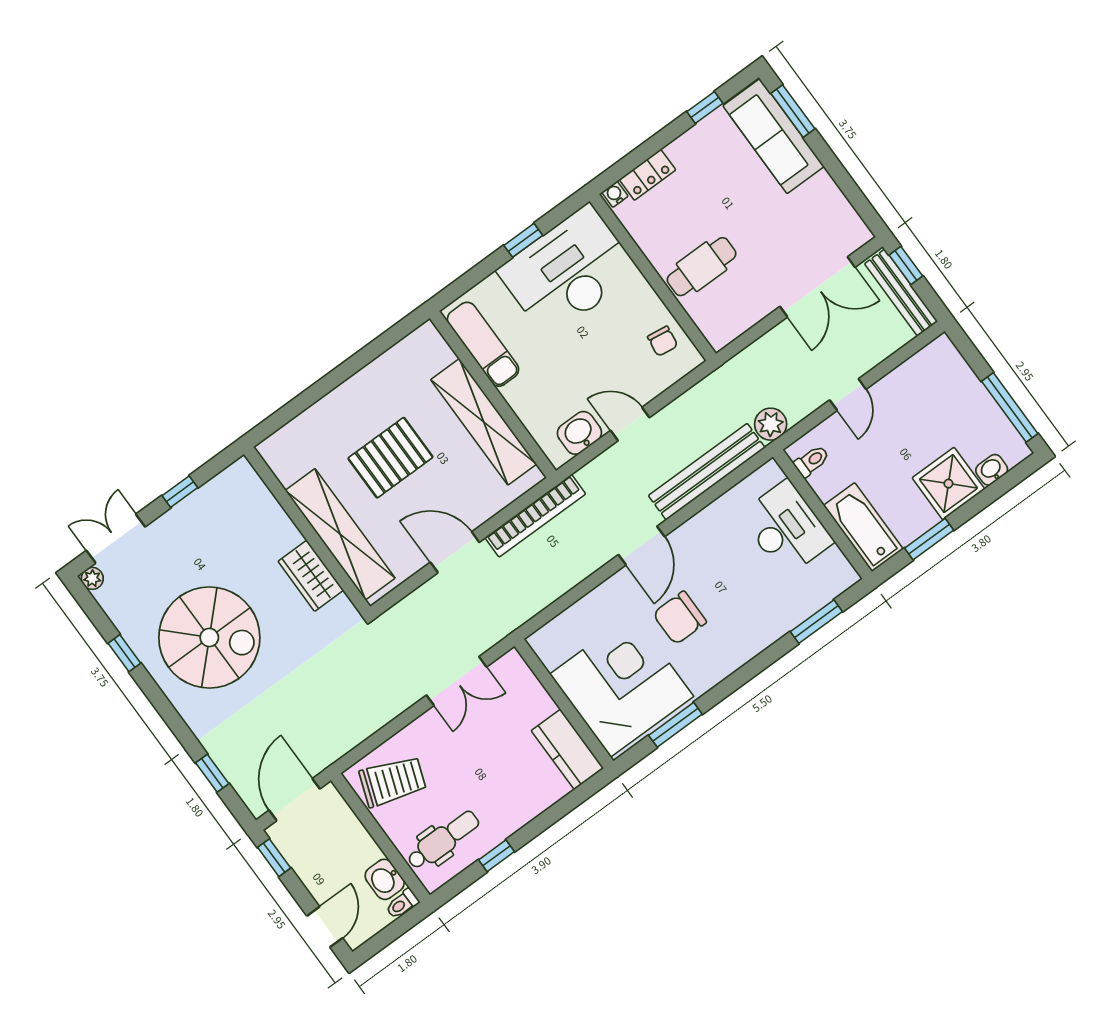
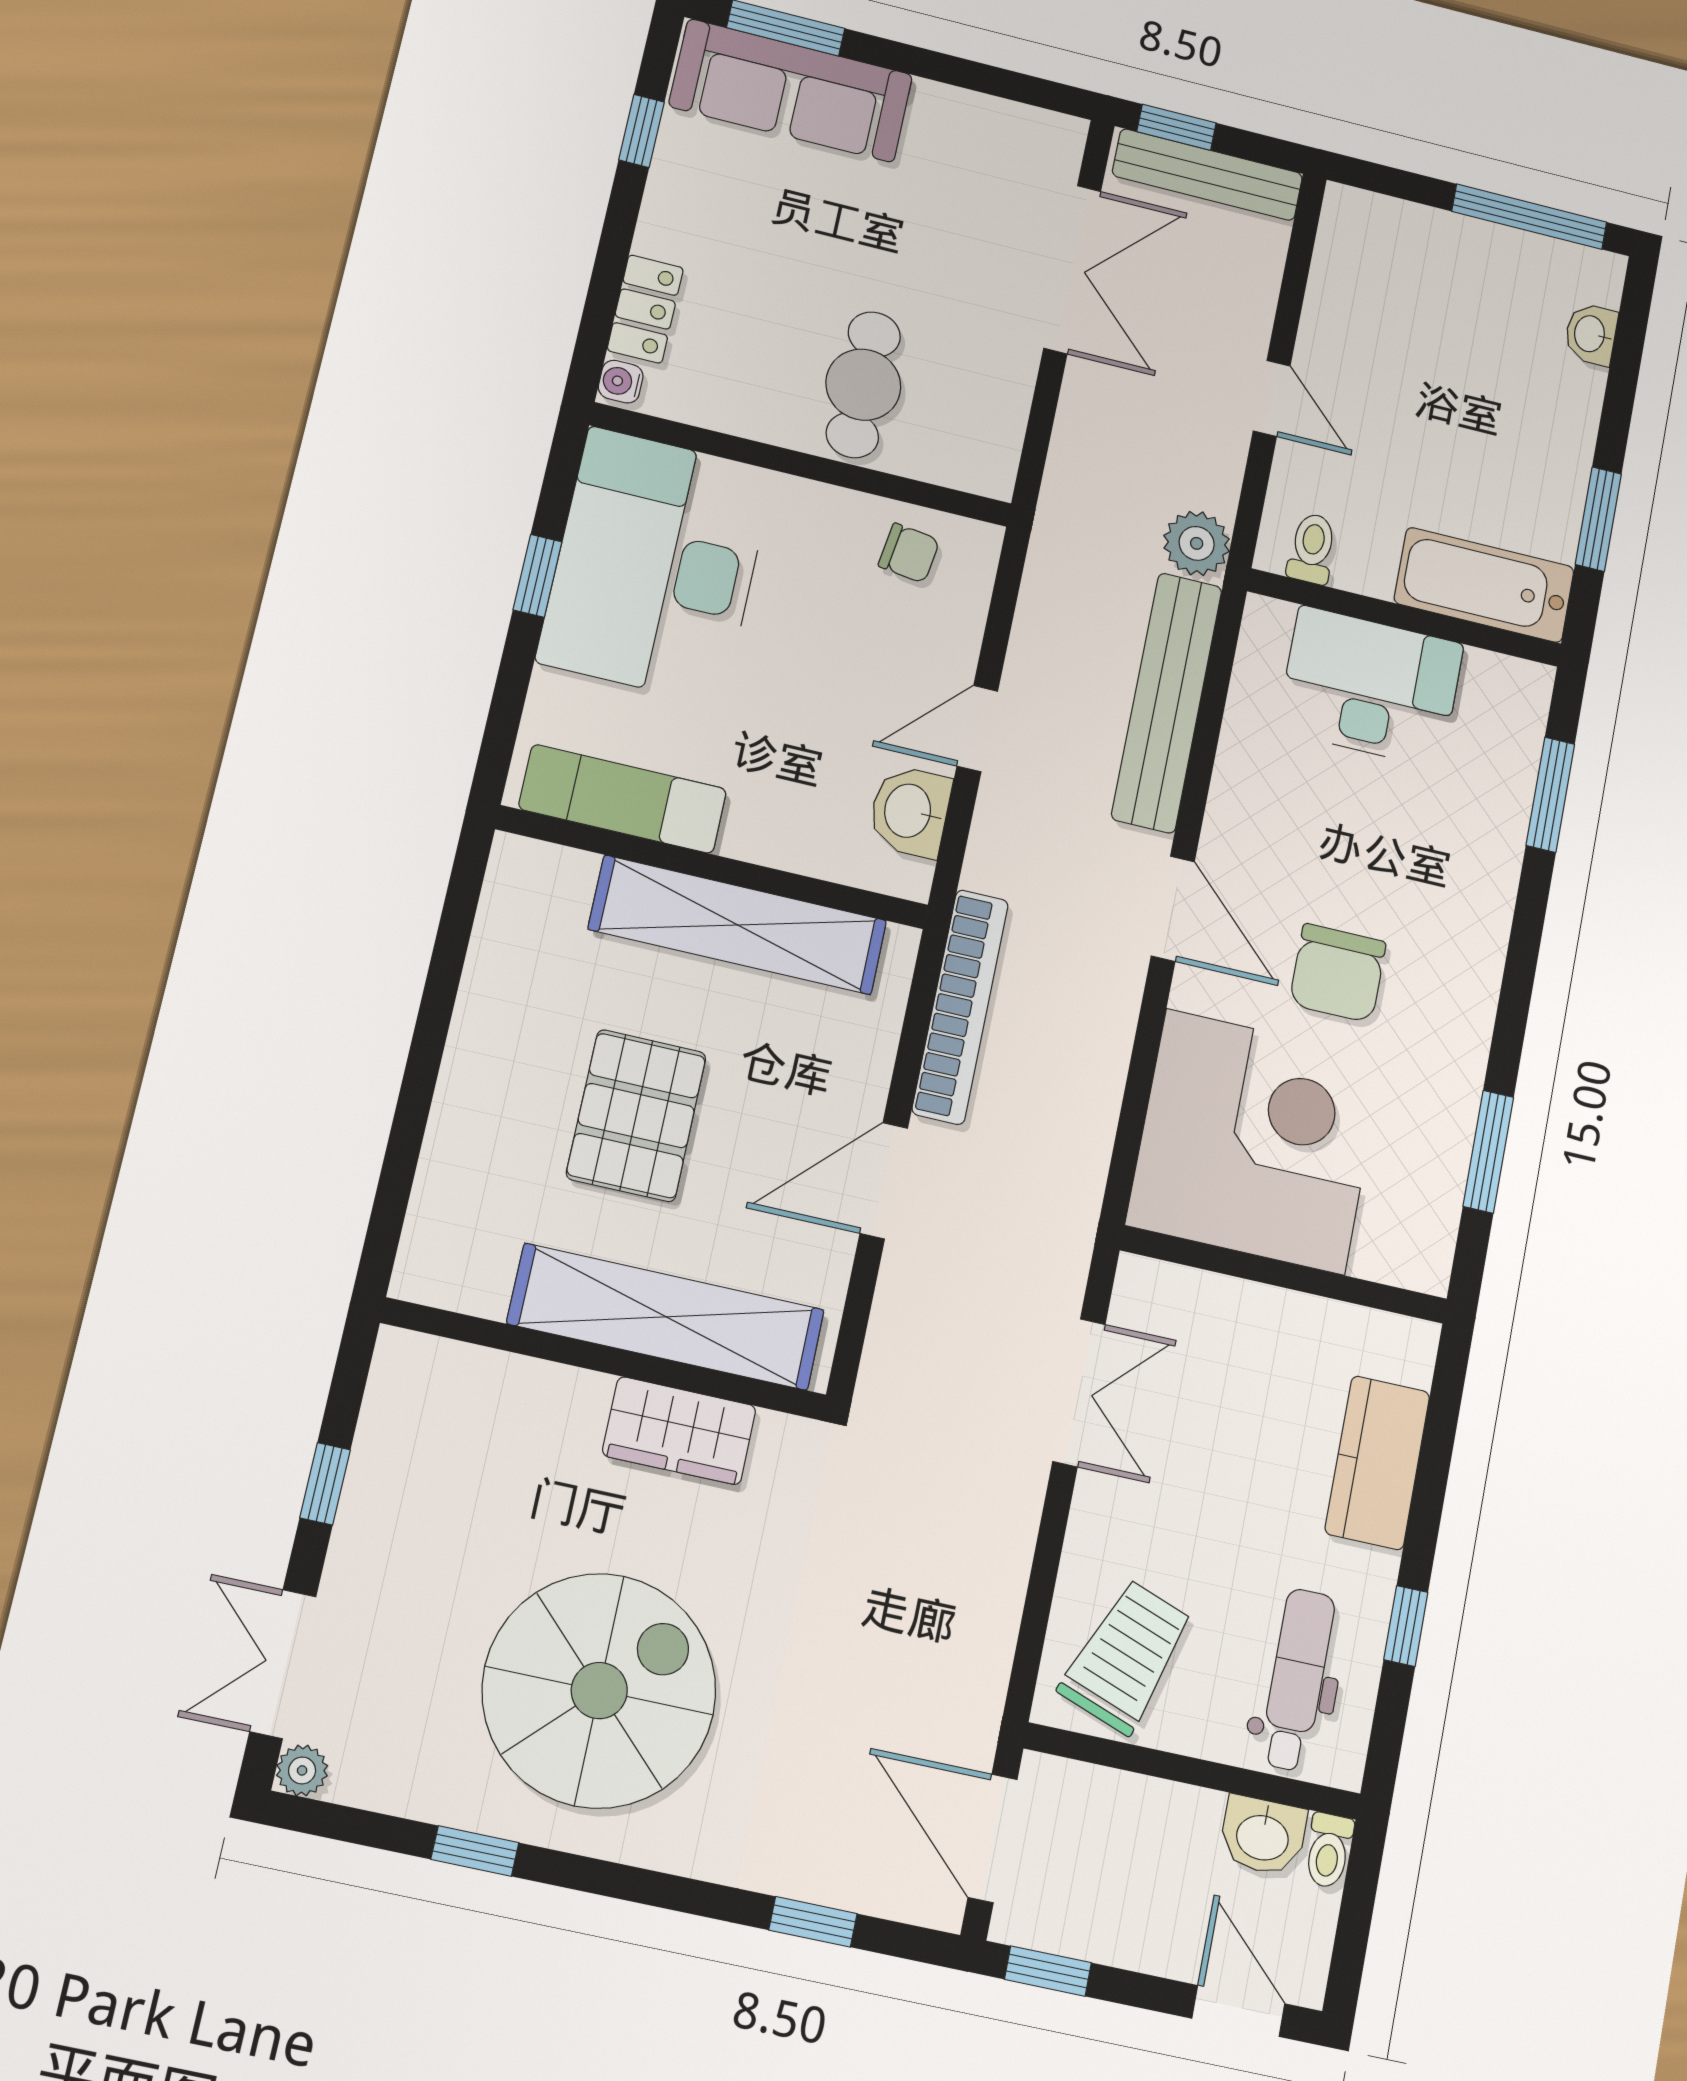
shower: (948, 484) -> (1548, 409), removed
corner desk: (622, 685) -> (1255, 1141), moved, turned 90
kitchen counter: (567, 749) -> (1377, 1463), moved, turned 90

